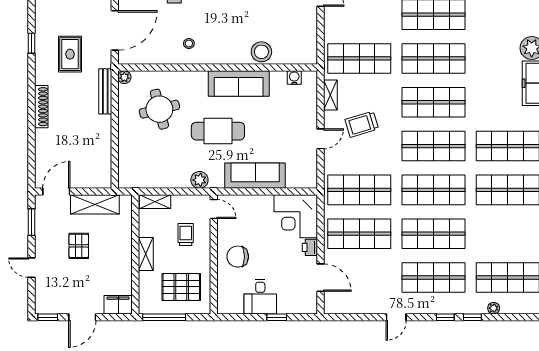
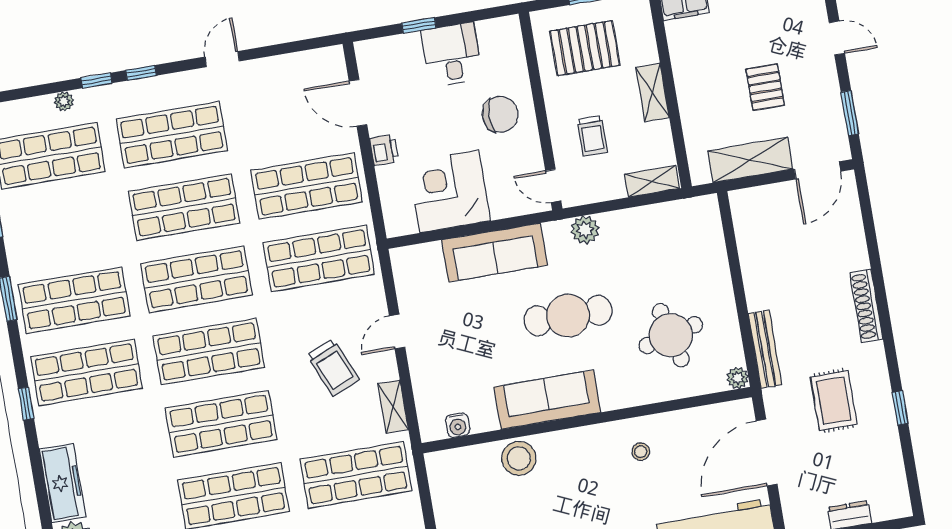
trolley: (362, 124) -> (333, 367), turned 84
corner desk: (296, 216) -> (449, 191), moved, turned -90

